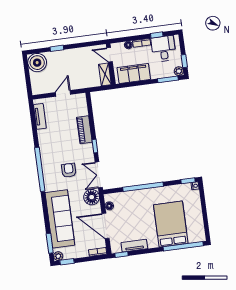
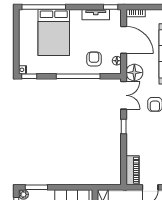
piano: (84, 130) -> (133, 170), moved
armchair: (131, 205) -> (94, 59), added

